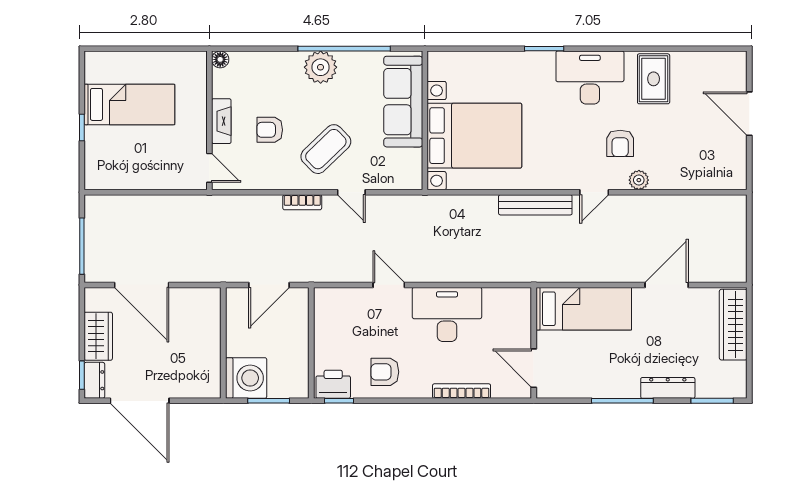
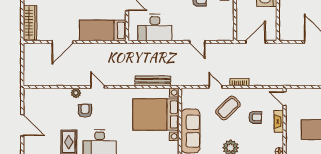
door: (594, 192) -> (98, 87), hinge flipped
bench: (535, 205) -> (153, 81), moved
desk: (447, 314) -> (155, 28), moved

